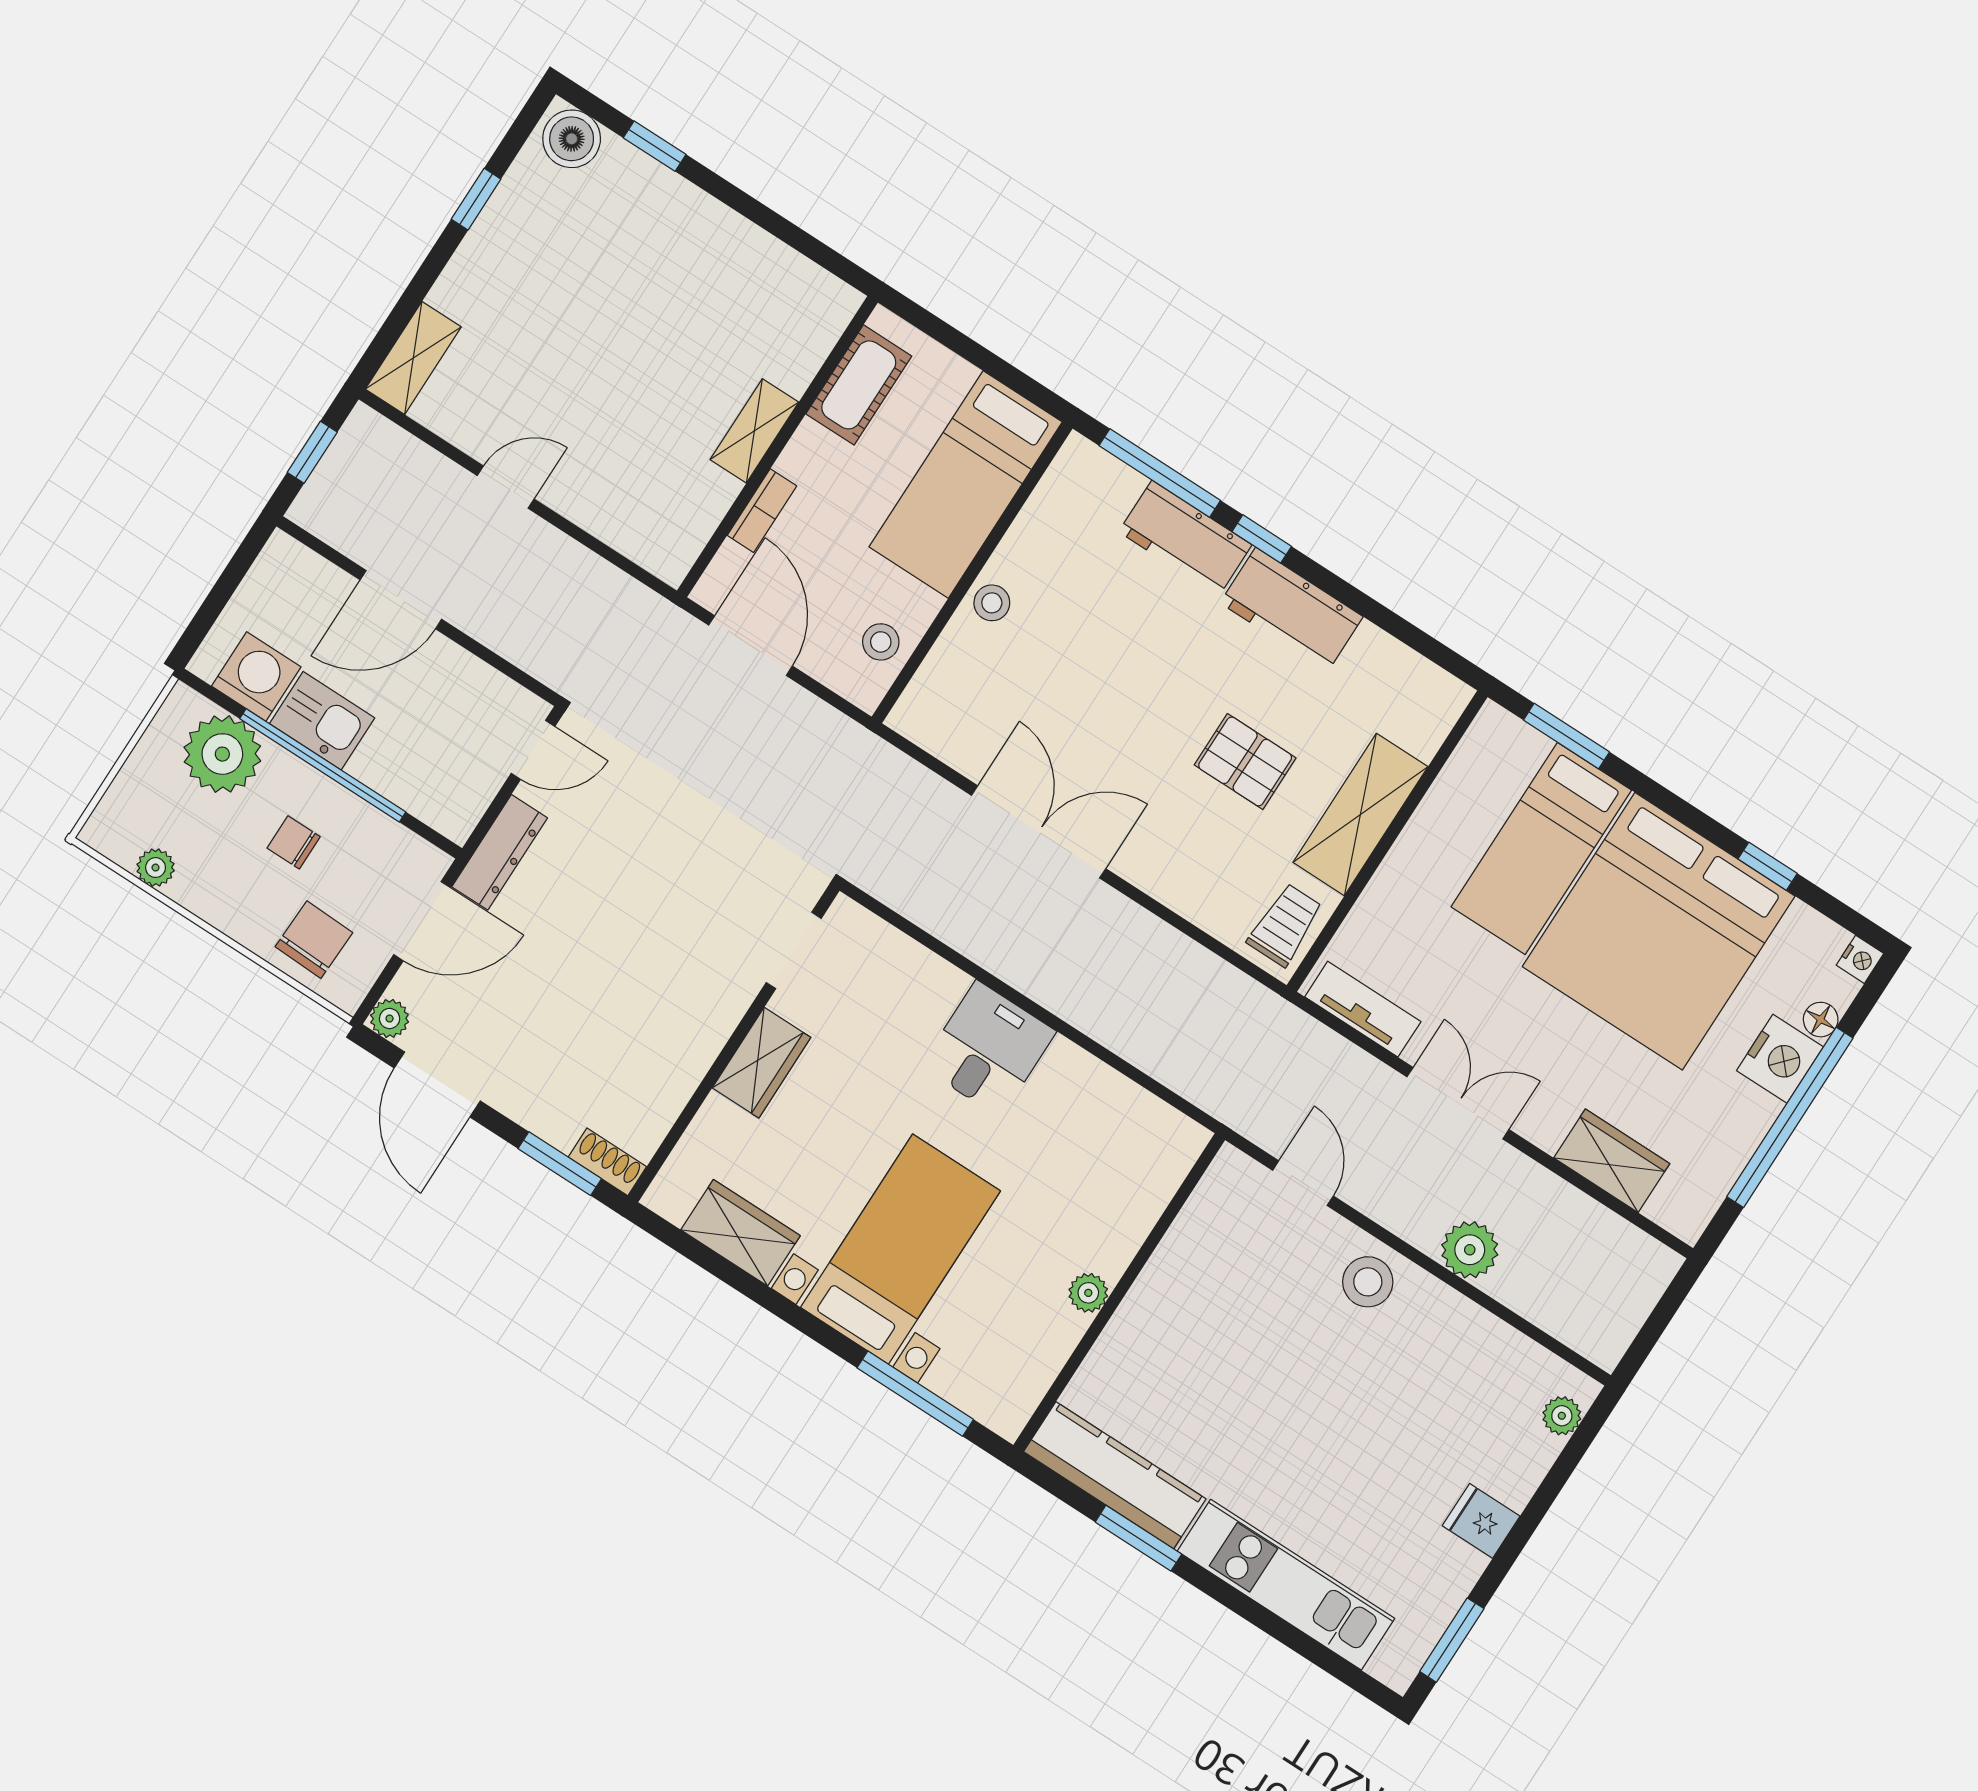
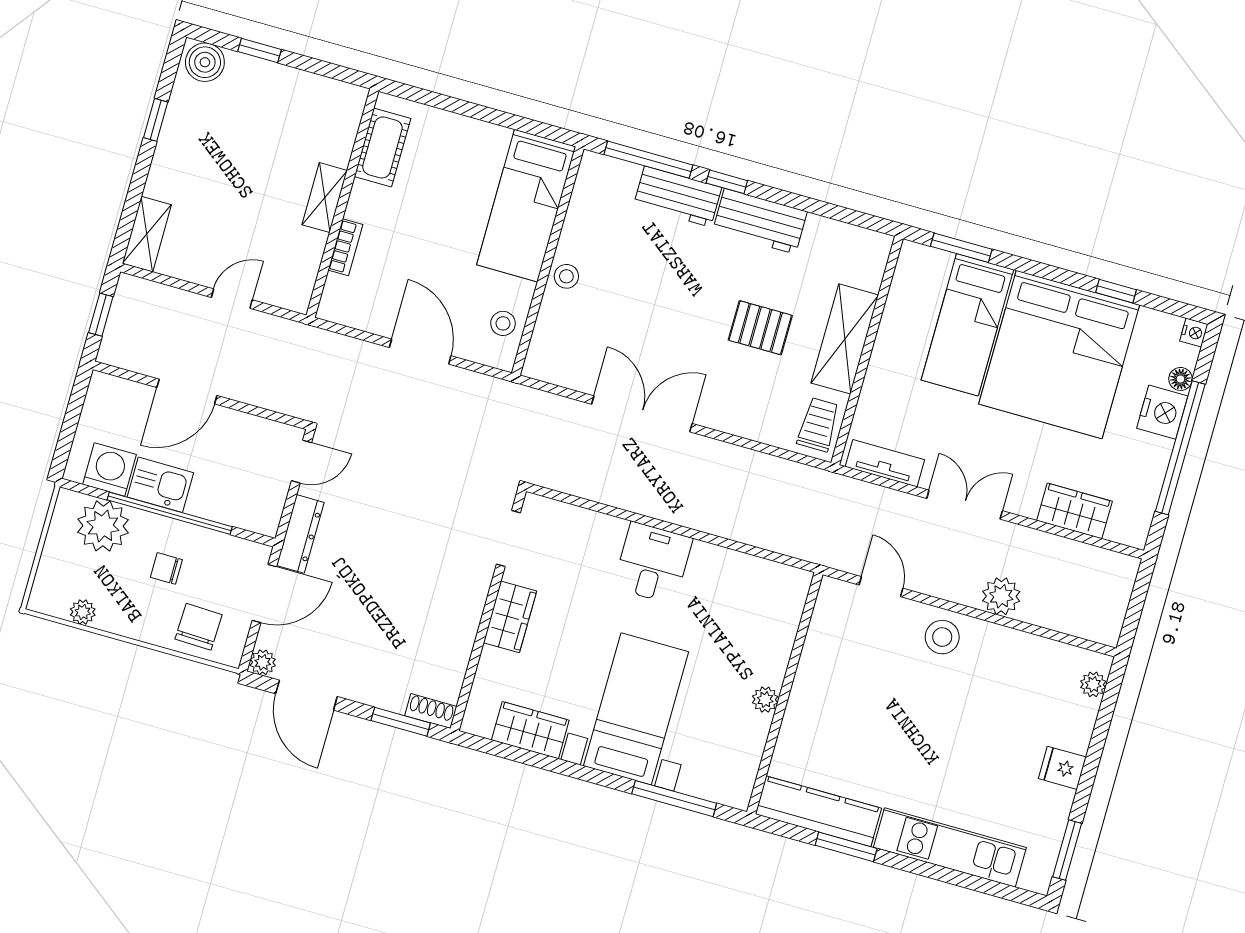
cot: (859, 385) -> (382, 147), moved
shelving: (754, 431) -> (325, 198), moved
wall: (777, 447) -> (342, 203), moved
bookcase: (762, 511) -> (345, 247), moved

